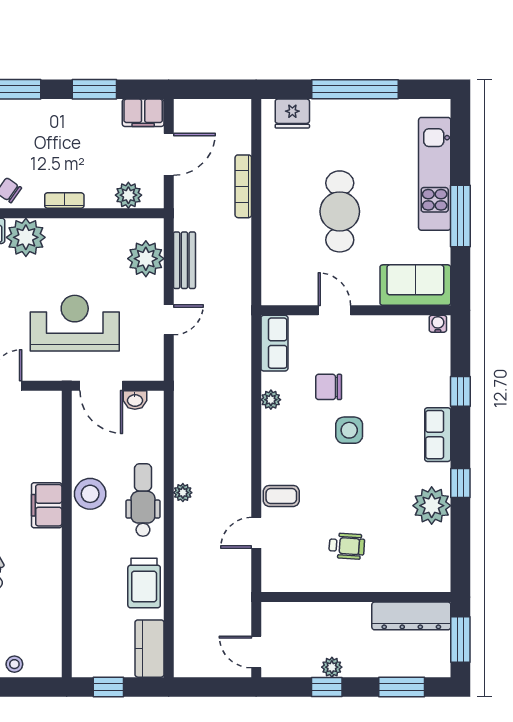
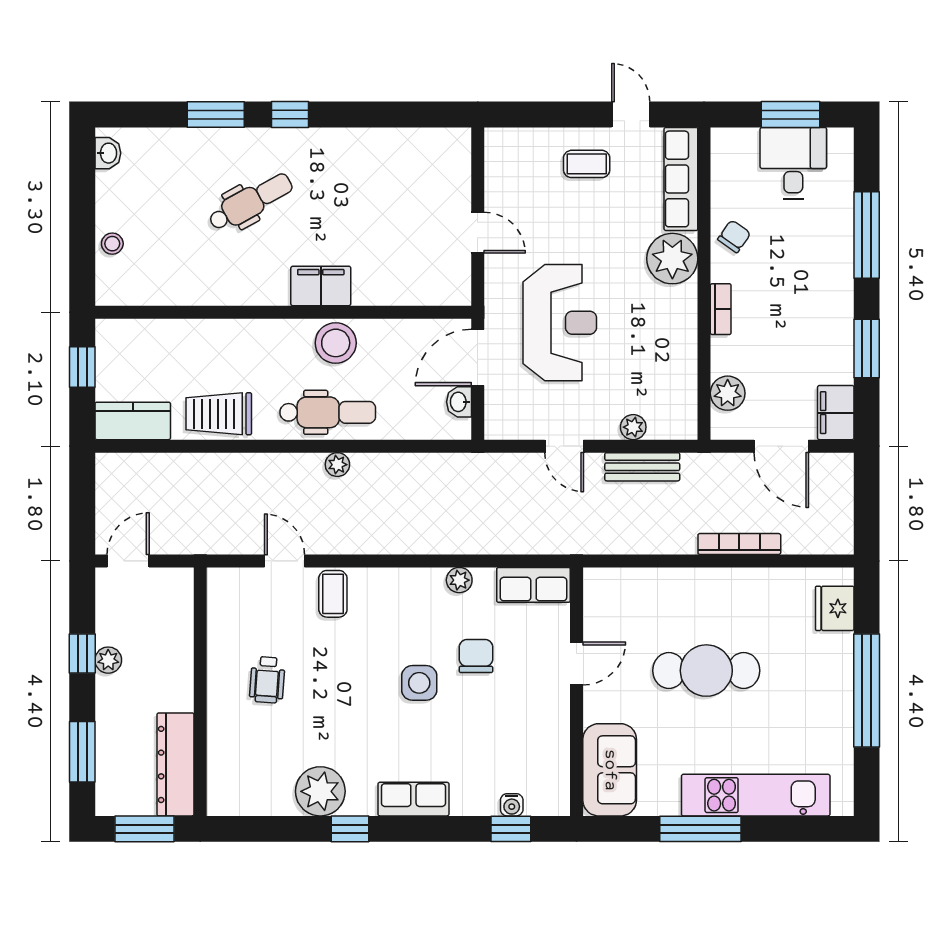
plant: (146, 259) -> (633, 427), width x0.53, depth x0.53
water cooler: (438, 324) -> (512, 805), moved, turned 90
window: (460, 391) -> (511, 829), moved

